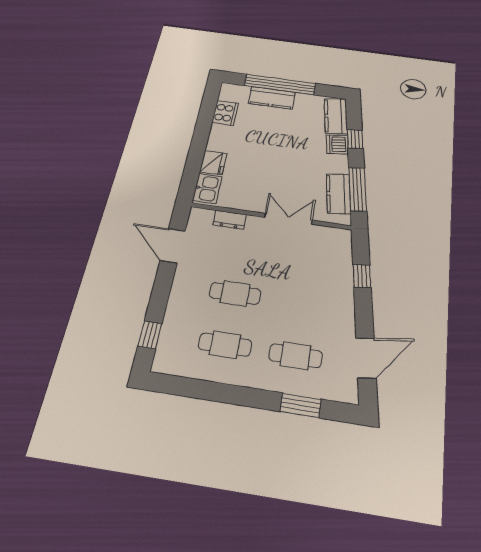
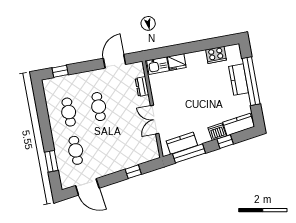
double door: (288, 219) -> (155, 120), swing flipped

